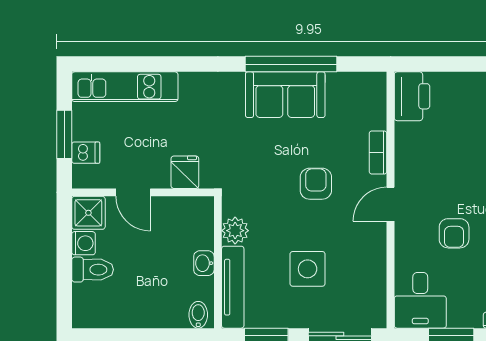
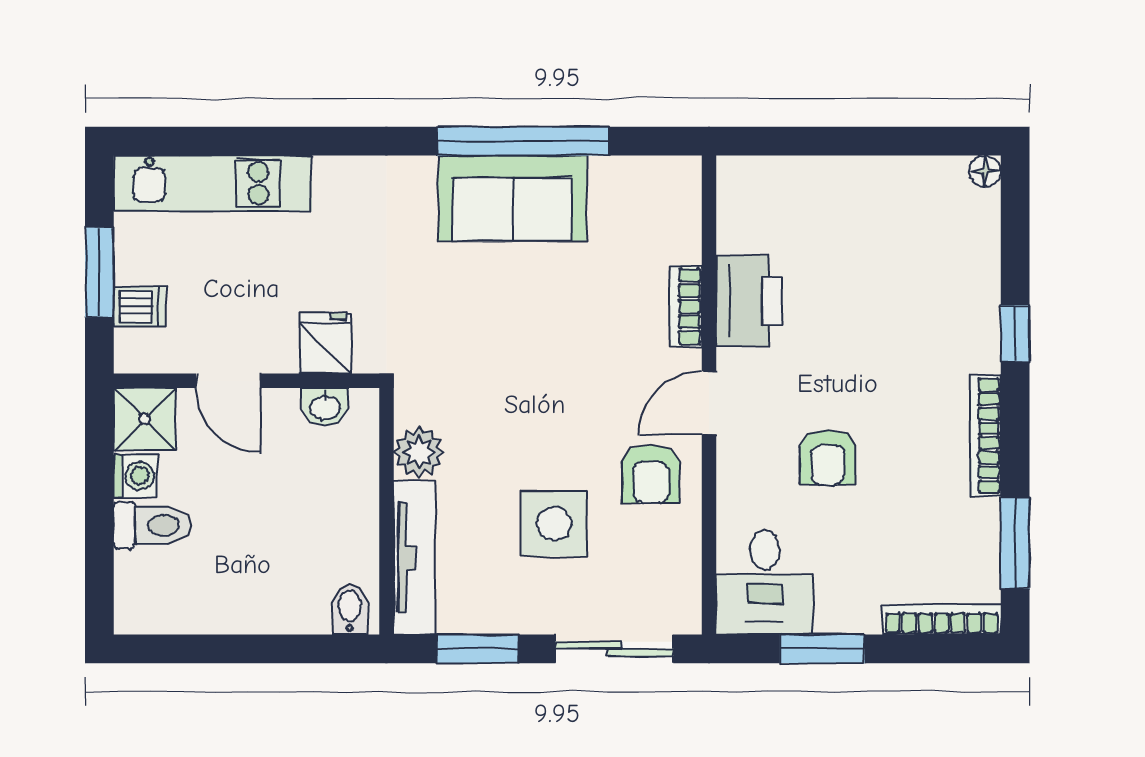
printer: (412, 96) -> (749, 301), moved
armchair: (316, 184) -> (651, 474), moved, turned 180
washbasin: (204, 263) -> (325, 407), moved, turned -90

